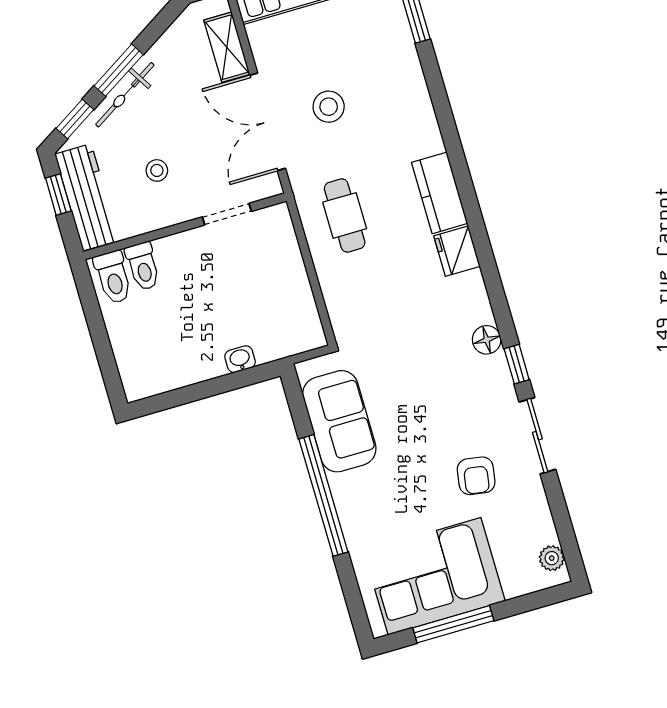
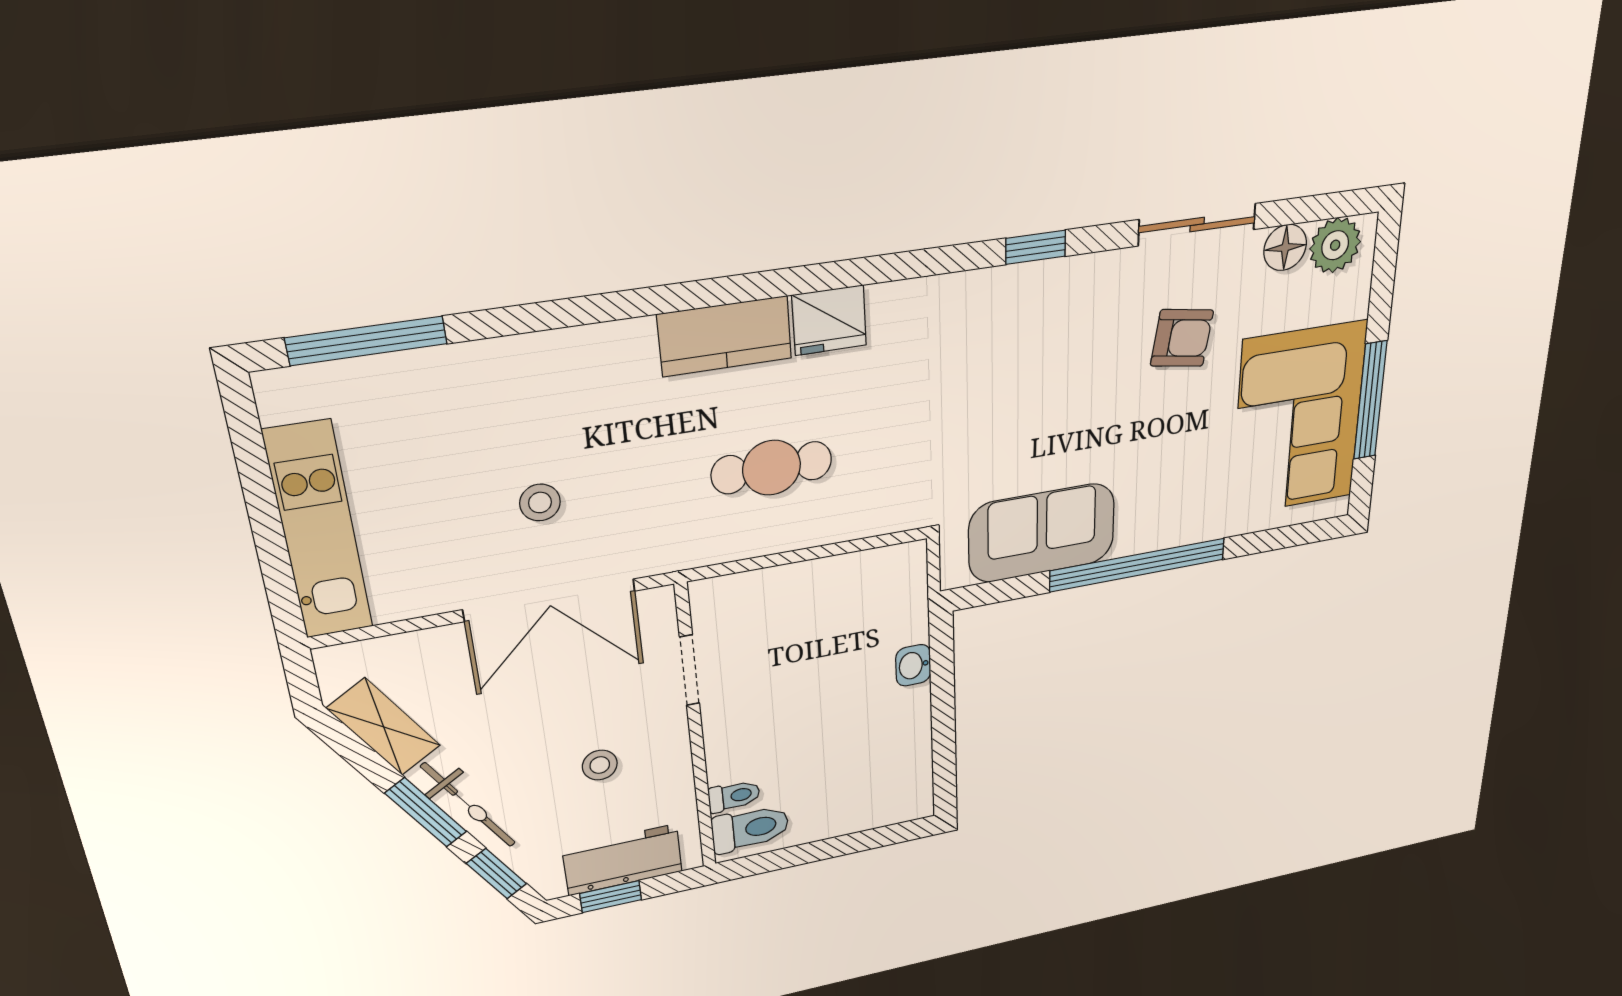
shelving: (227, 47) -> (384, 727), moved, turned 58
stool: (329, 107) -> (540, 503), width x0.73, depth x0.73
workbench: (87, 197) -> (623, 860), width x0.73
cafe table: (345, 215) -> (772, 468), moved
toilet: (143, 266) -> (734, 796), width x0.73, depth x0.72
floor lamp: (487, 340) -> (1285, 247), moved
sliding door: (537, 436) -> (1197, 225), moved
plant: (552, 558) -> (1335, 245), width x1.38, depth x1.38

